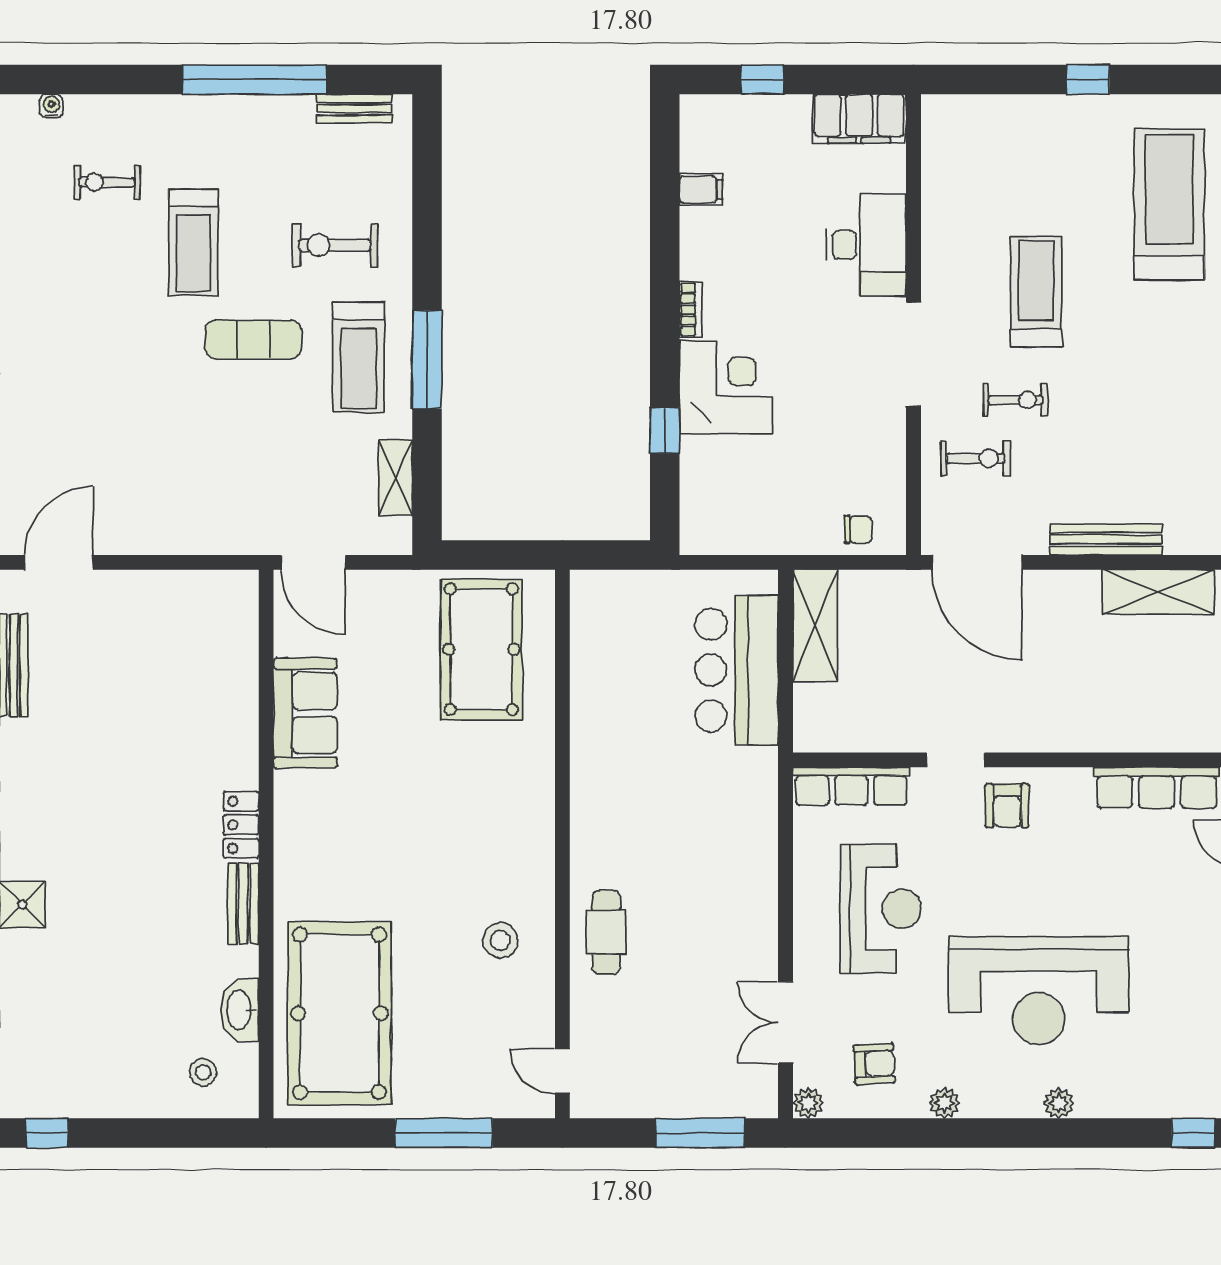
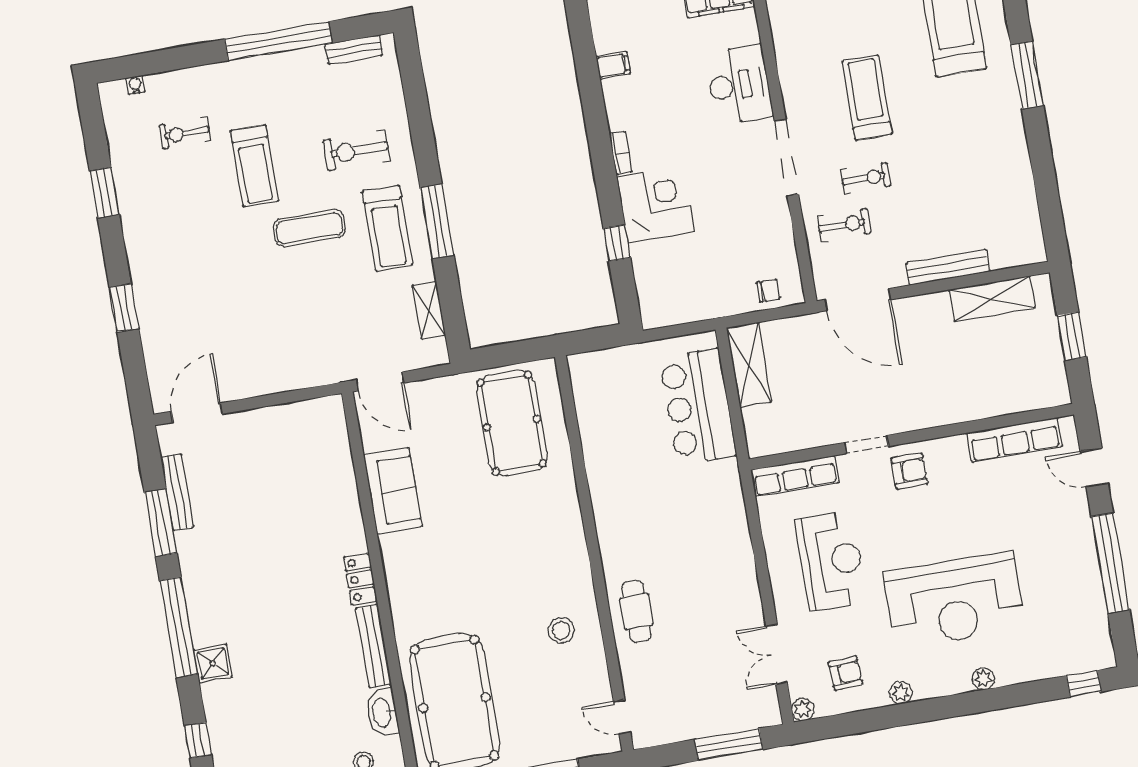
armchair: (1007, 806) -> (909, 471), turned -90
bench: (243, 904) -> (374, 646), width x1.36

